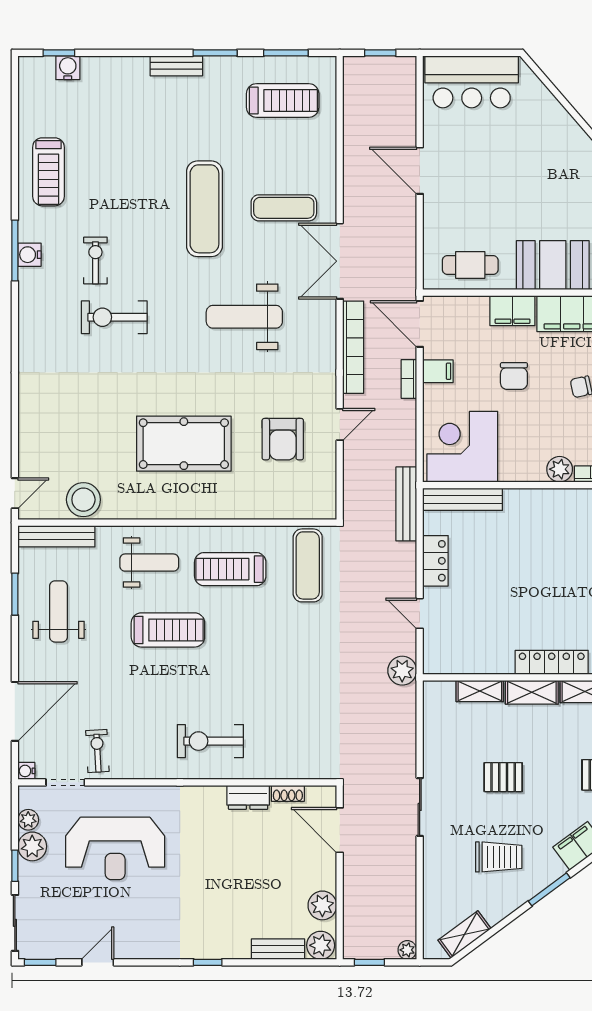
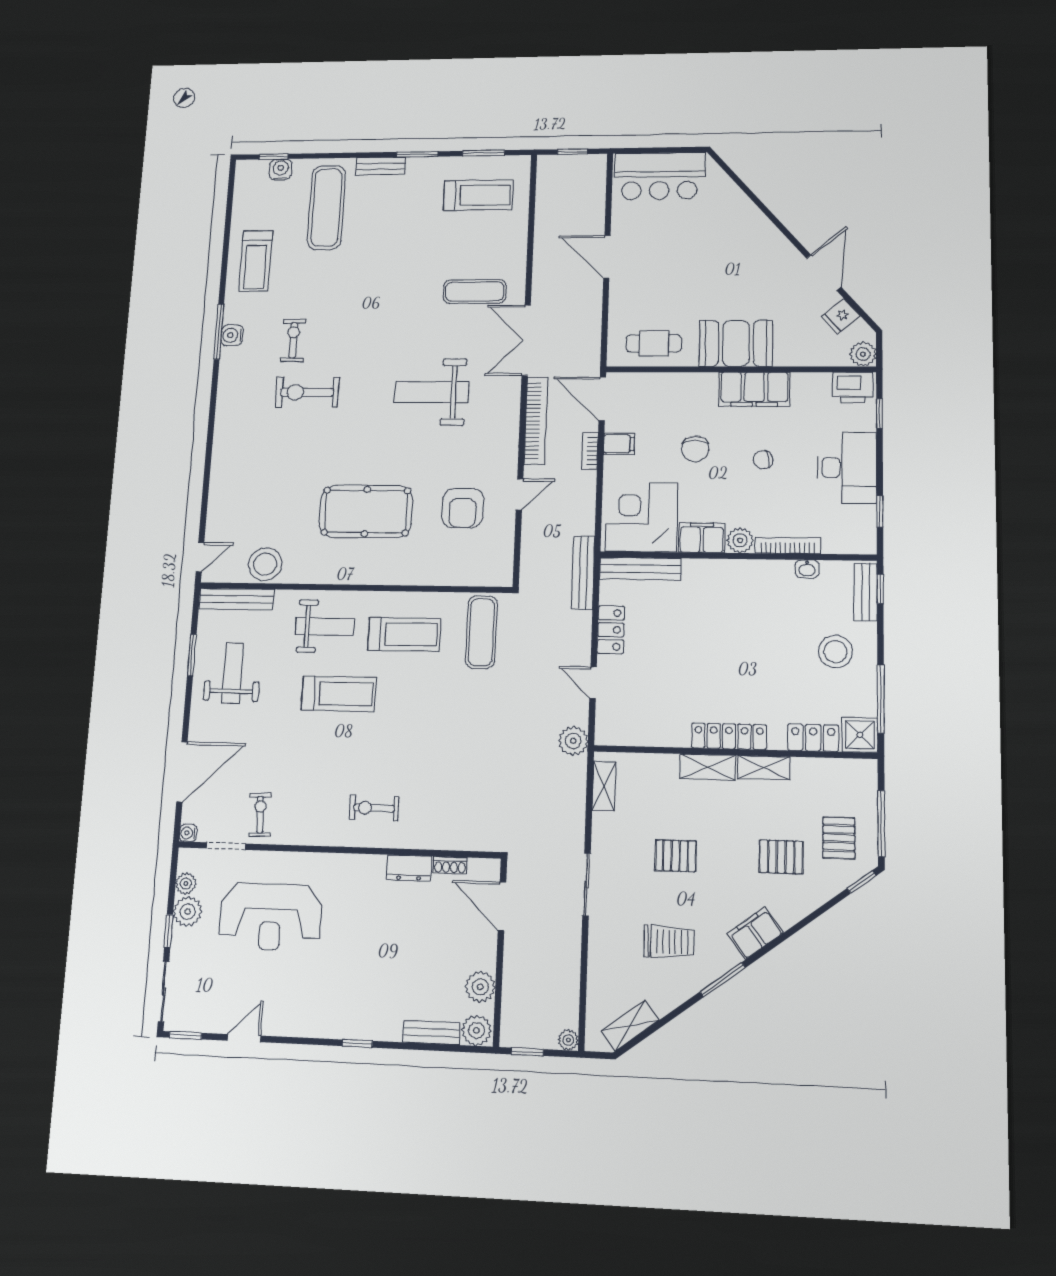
exercise mat: (204, 209) -> (327, 207), moved
filing cabinet: (512, 311) -> (702, 538), moved, turned 180
treadmill: (230, 569) -> (404, 634), turned 180
shelving: (480, 691) -> (604, 786), moved, turned 90
exercise bike: (210, 741) -> (374, 808), width x0.73, depth x0.72

